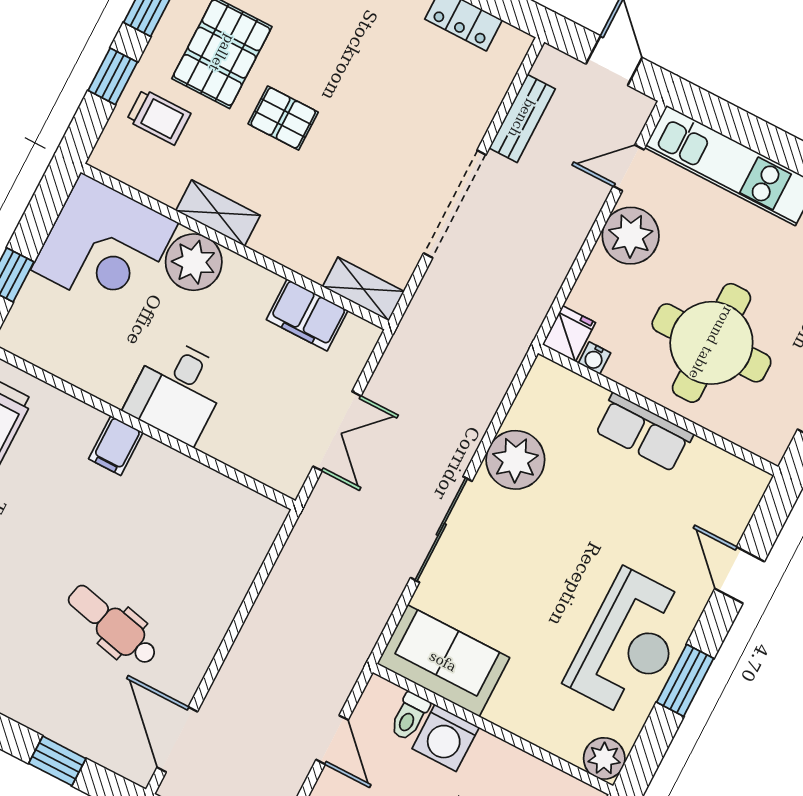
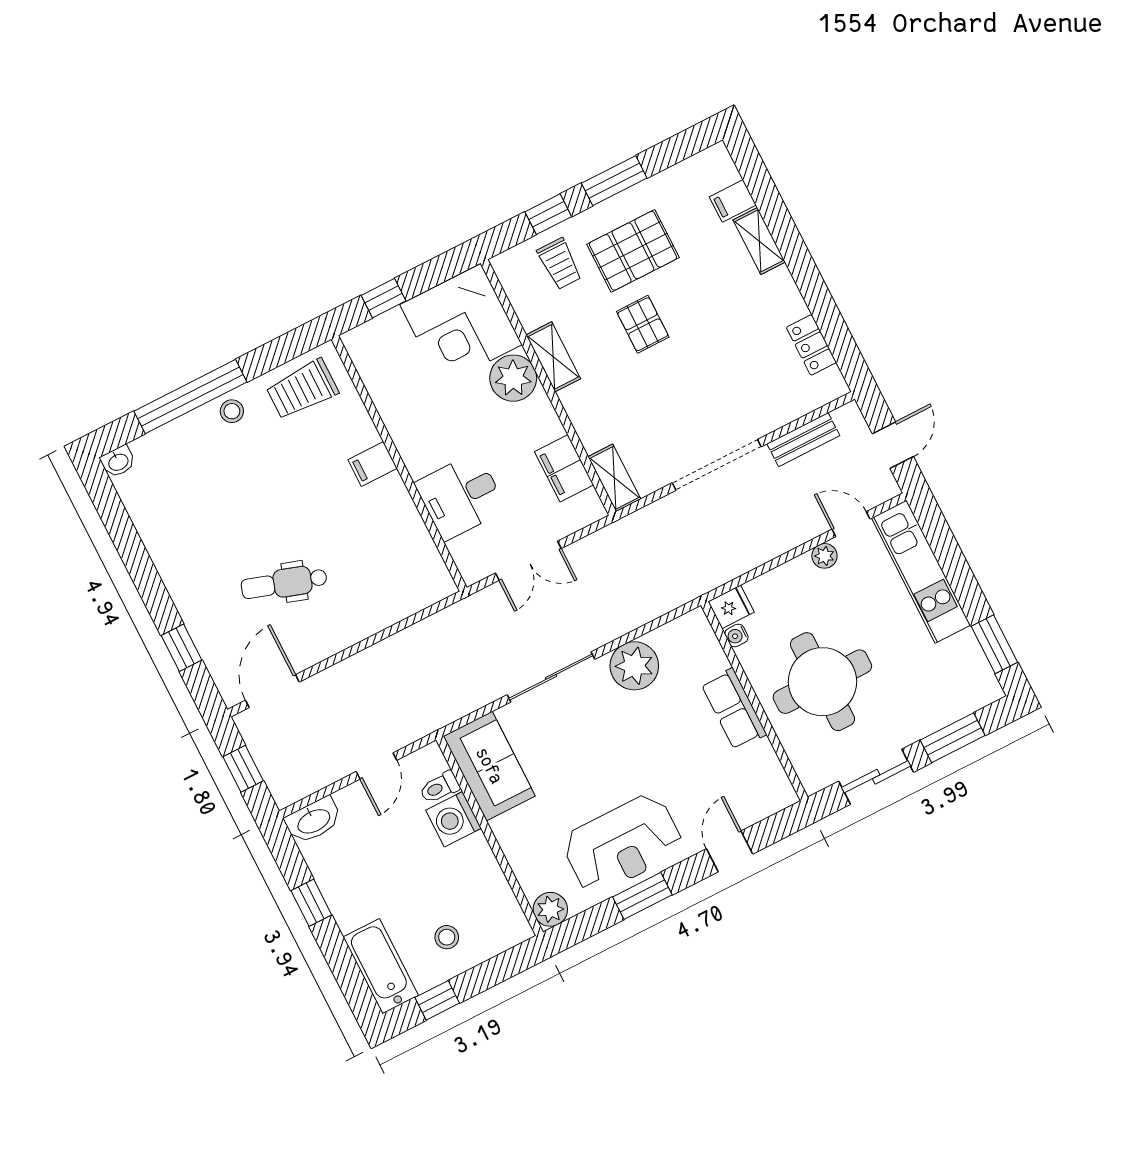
plant: (631, 236) -> (824, 556), width x0.53, depth x0.53
desk: (177, 391) -> (461, 496), moved
dental chair: (113, 625) -> (284, 583), turned -85

